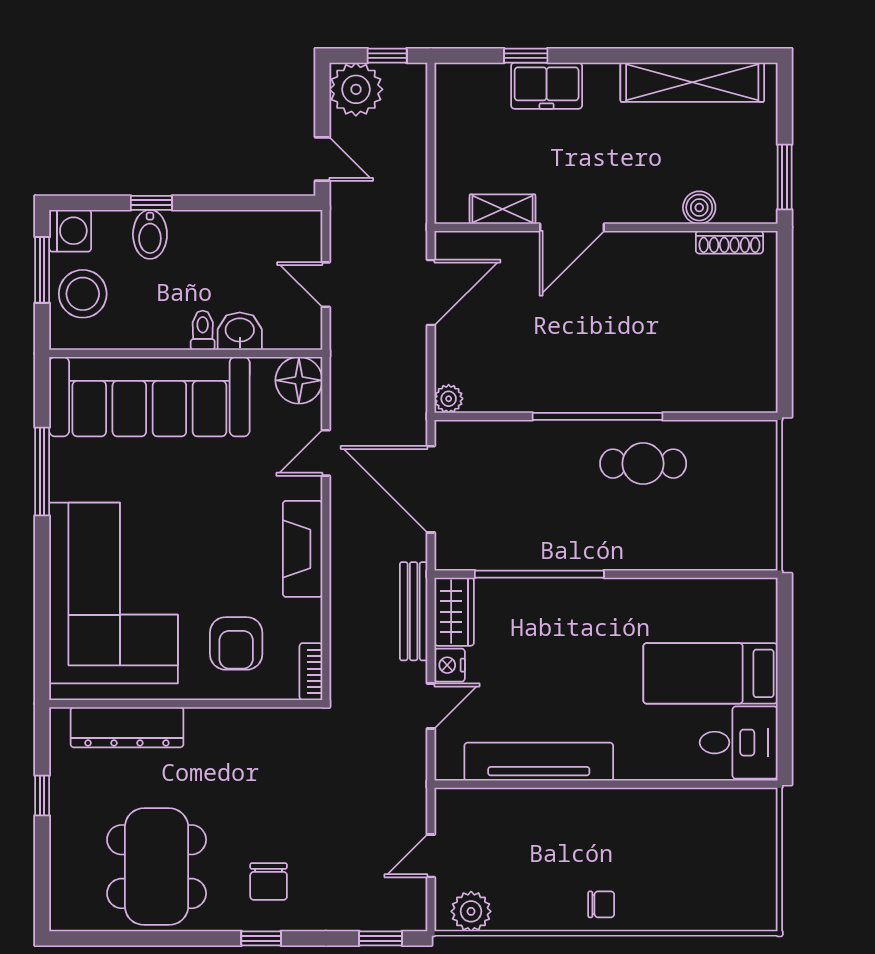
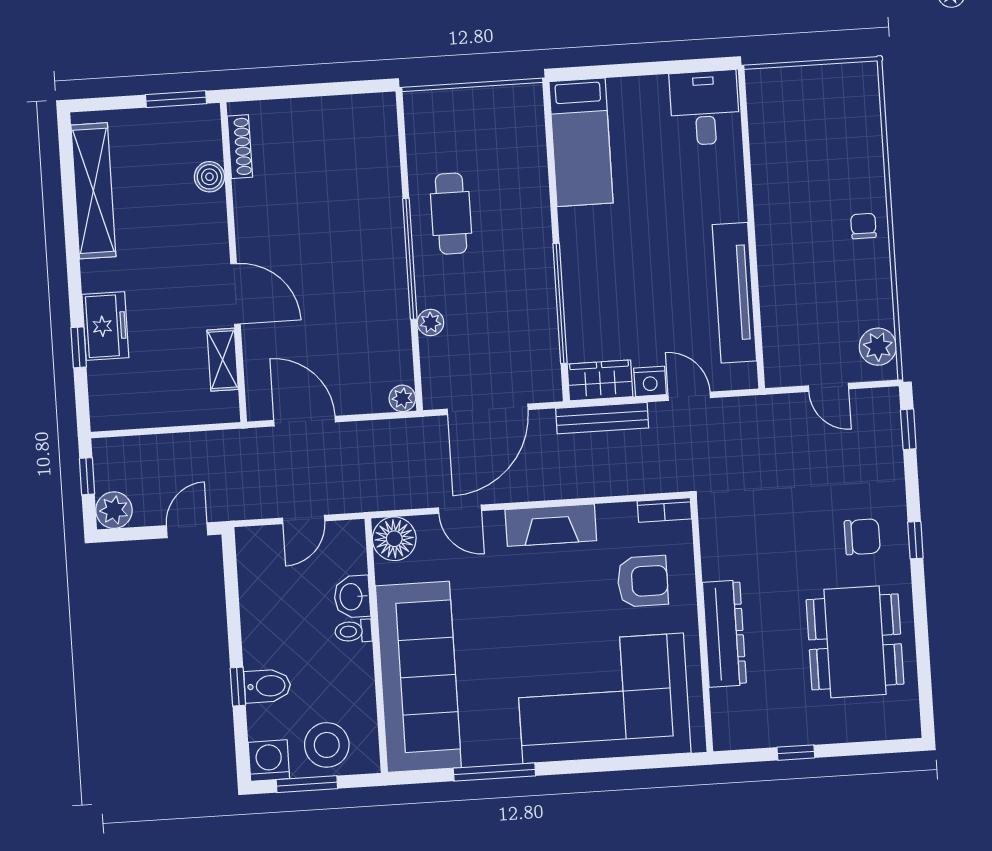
plant: (356, 89) -> (114, 510), width x0.73, depth x0.73
plant: (528, 434) -> (430, 323), added
bed: (710, 673) -> (581, 142), moved
dresser: (127, 727) -> (724, 634), moved
dining table: (157, 867) -> (855, 642), turned 90

